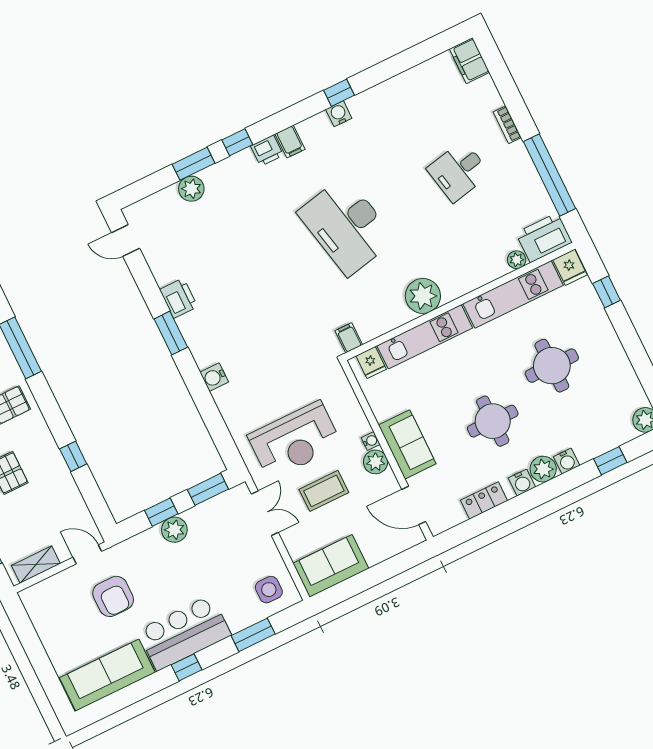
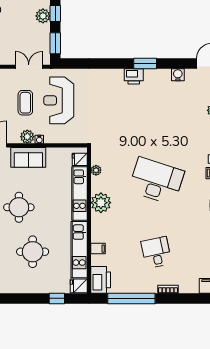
desk: (346, 226) -> (156, 181), turned 30
plant: (517, 260) -> (96, 170), moved
printer: (179, 298) -> (134, 76), moved
filing cabinet: (349, 338) -> (98, 249), moved
water cooler: (214, 377) -> (178, 75), moved
double door: (265, 513) -> (29, 67), swing flipped

